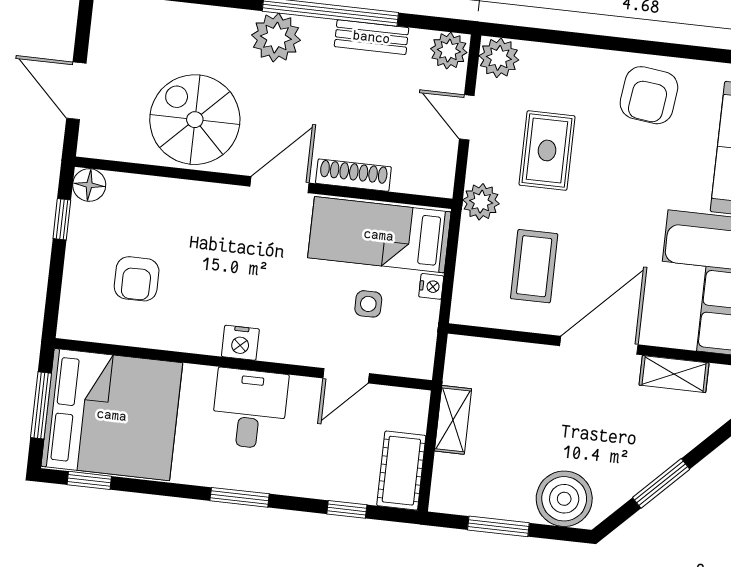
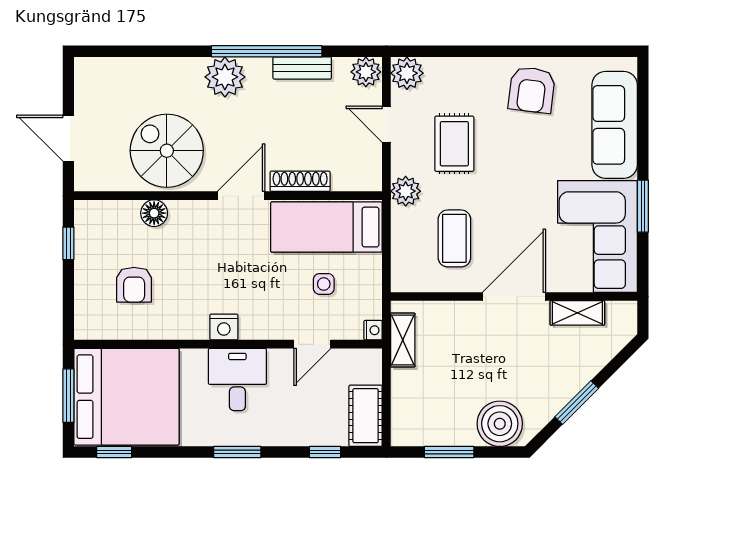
floor lamp: (89, 185) -> (154, 213), moved
nightstand: (431, 286) -> (373, 330), moved
shelving: (453, 420) -> (403, 340), moved

